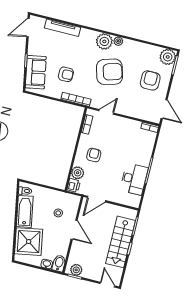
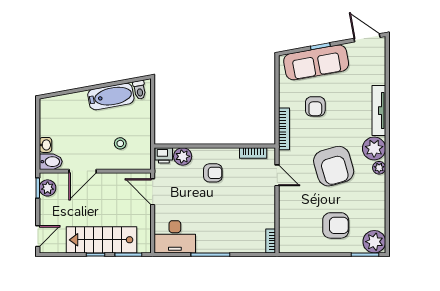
tv unit: (63, 28) -> (379, 111), moved
sofa: (36, 72) -> (316, 62), width x1.36
door: (164, 109) -> (301, 255), removed
desk: (134, 179) -> (175, 237), moved
door: (74, 230) -> (83, 171), moved
shower: (29, 242) -> (70, 112), removed

